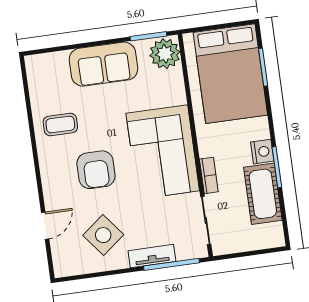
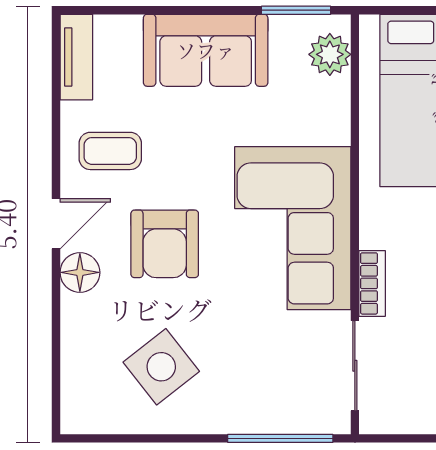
plant: (165, 54) -> (330, 54), width x0.73, depth x0.73
floor lamp: (53, 191) -> (80, 272), added
door: (45, 226) -> (56, 224), moved
tv unit: (152, 256) -> (76, 57), moved, turned 90

